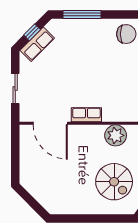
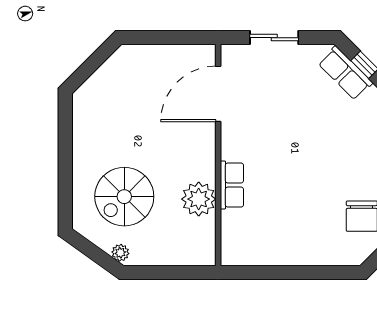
row of seats: (86, 115) -> (232, 185), moved

